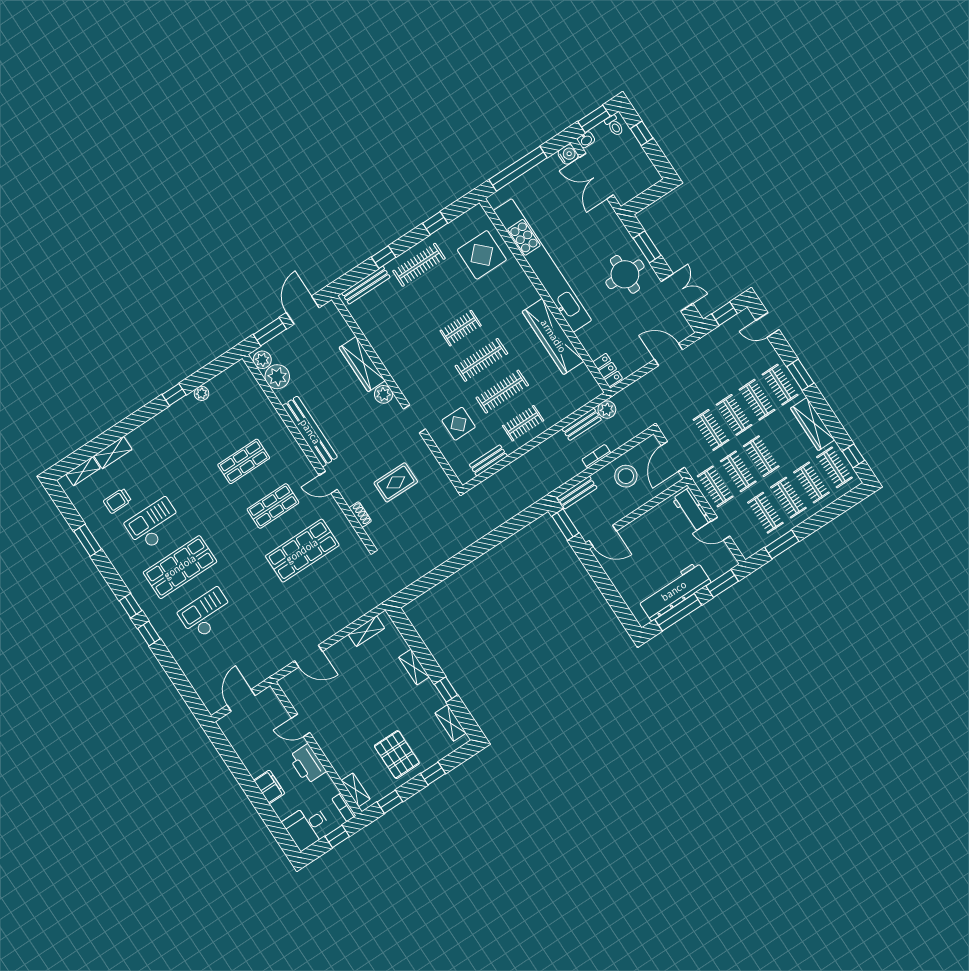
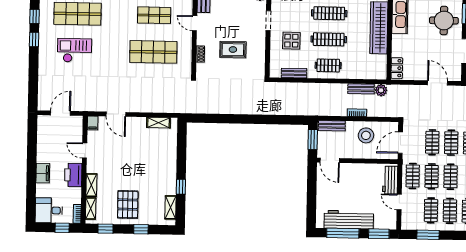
shelving: (414, 667) -> (91, 185), moved
filing cabinet: (288, 686) -> (93, 123), added

